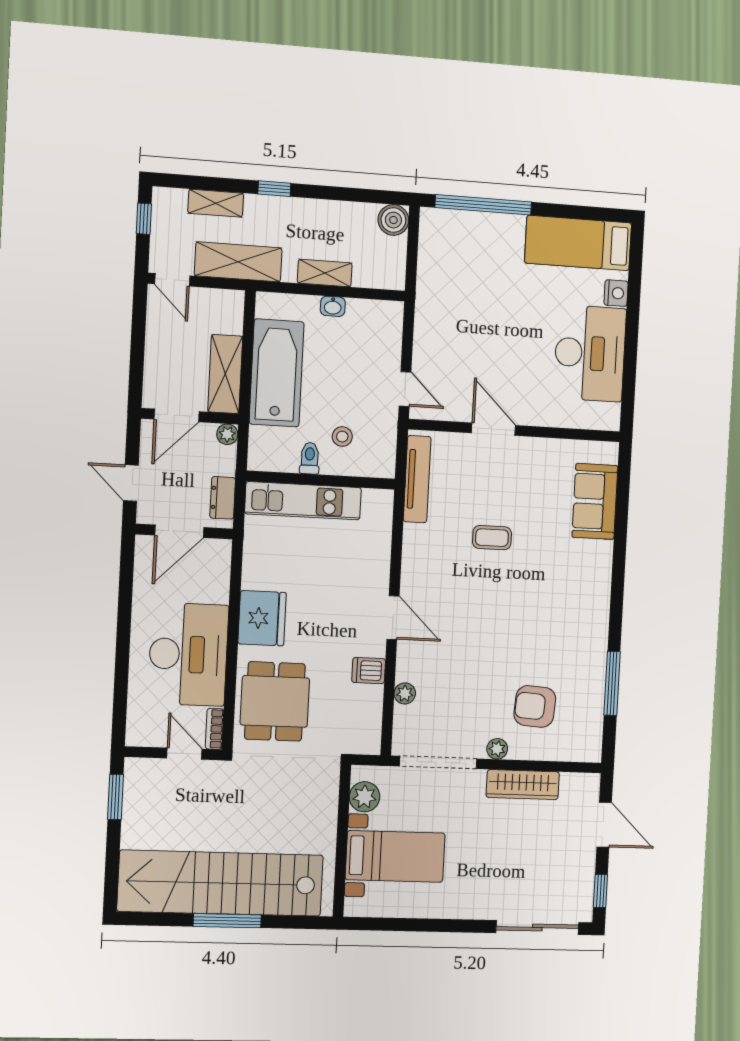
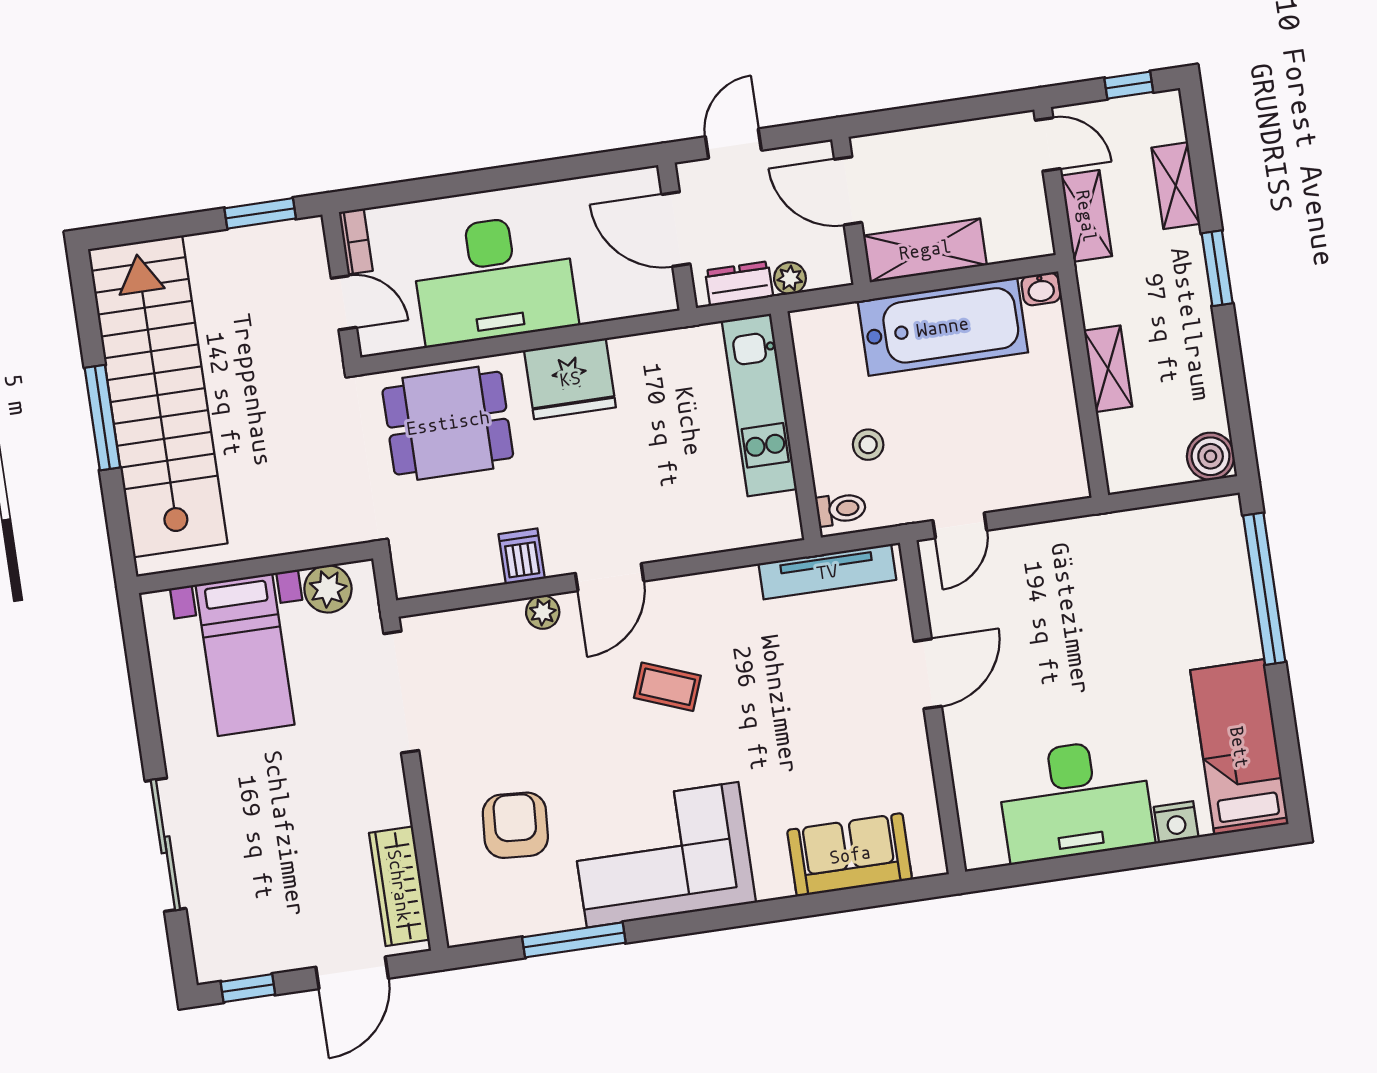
window: (274, 189) -> (1217, 268), width x1.50
shelving: (238, 262) -> (1086, 216), width x0.67, depth x0.75
door: (172, 280) -> (1048, 144), swing flipped
washbasin: (333, 306) -> (1041, 289), moved, turned -90
plant: (227, 434) -> (790, 278), moved
toilet: (310, 458) -> (841, 509), moved
coffee table: (492, 538) -> (667, 687), moved, turned -69
corner sofa: (571, 618) -> (663, 855), added
plant: (405, 693) -> (543, 612), moved
bookcase: (215, 729) -> (356, 241), moved, turned 90
plant: (497, 749) -> (439, 780), removed
door: (184, 754) -> (344, 303), hinge flipped
wardrobe: (523, 785) -> (399, 886), moved
sliding door: (537, 928) -> (165, 845), moved

